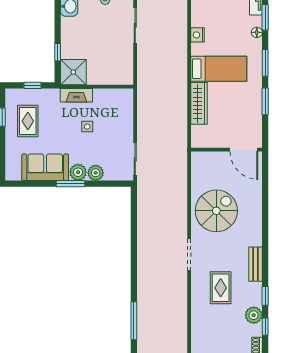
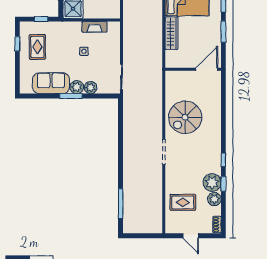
fireplace: (76, 95) -> (95, 27), moved
door: (244, 150) -> (207, 69), swing flipped
spiral stairs: (216, 211) -> (185, 117), turned 180
bench: (256, 264) -> (216, 159), removed
rug: (221, 288) -> (183, 202), moved, turned 90
plant: (251, 294) -> (212, 183), added
window: (265, 327) -> (223, 160), moved

